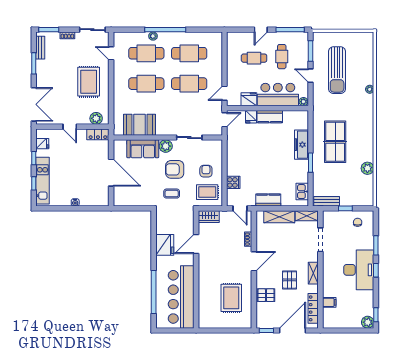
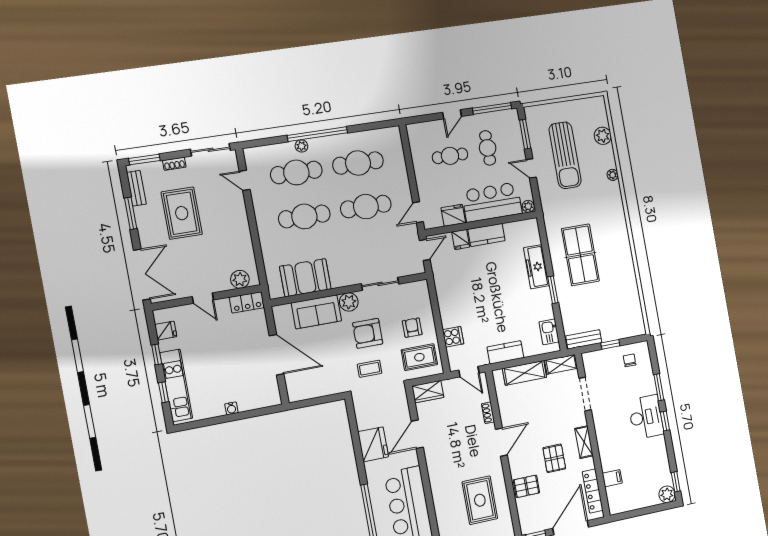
rug: (89, 82) -> (182, 213), moved
plant: (367, 168) -> (603, 136), moved
desk: (359, 270) -> (646, 417), width x0.73, depth x0.77

